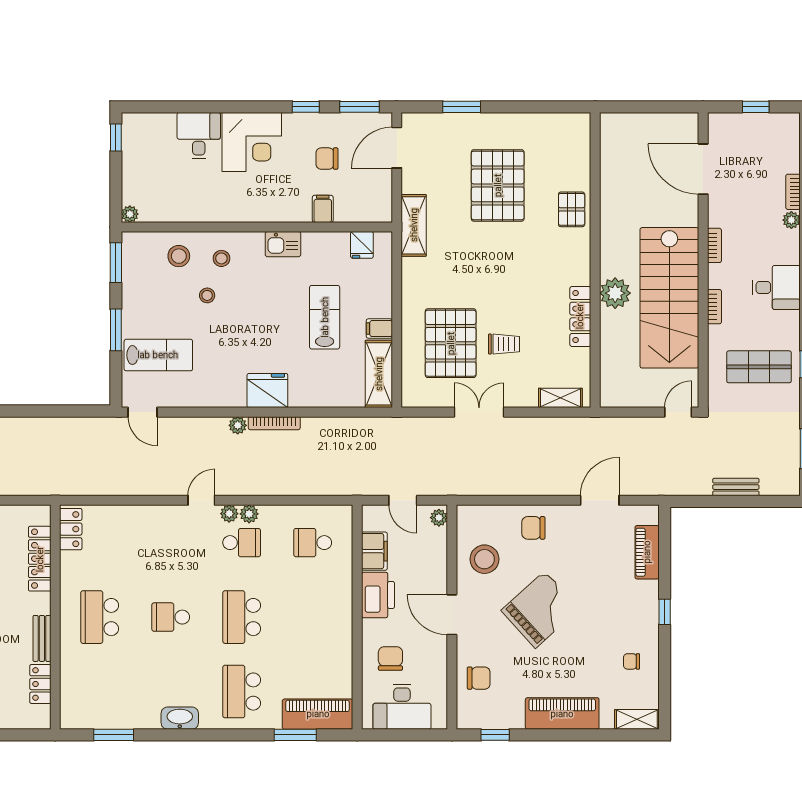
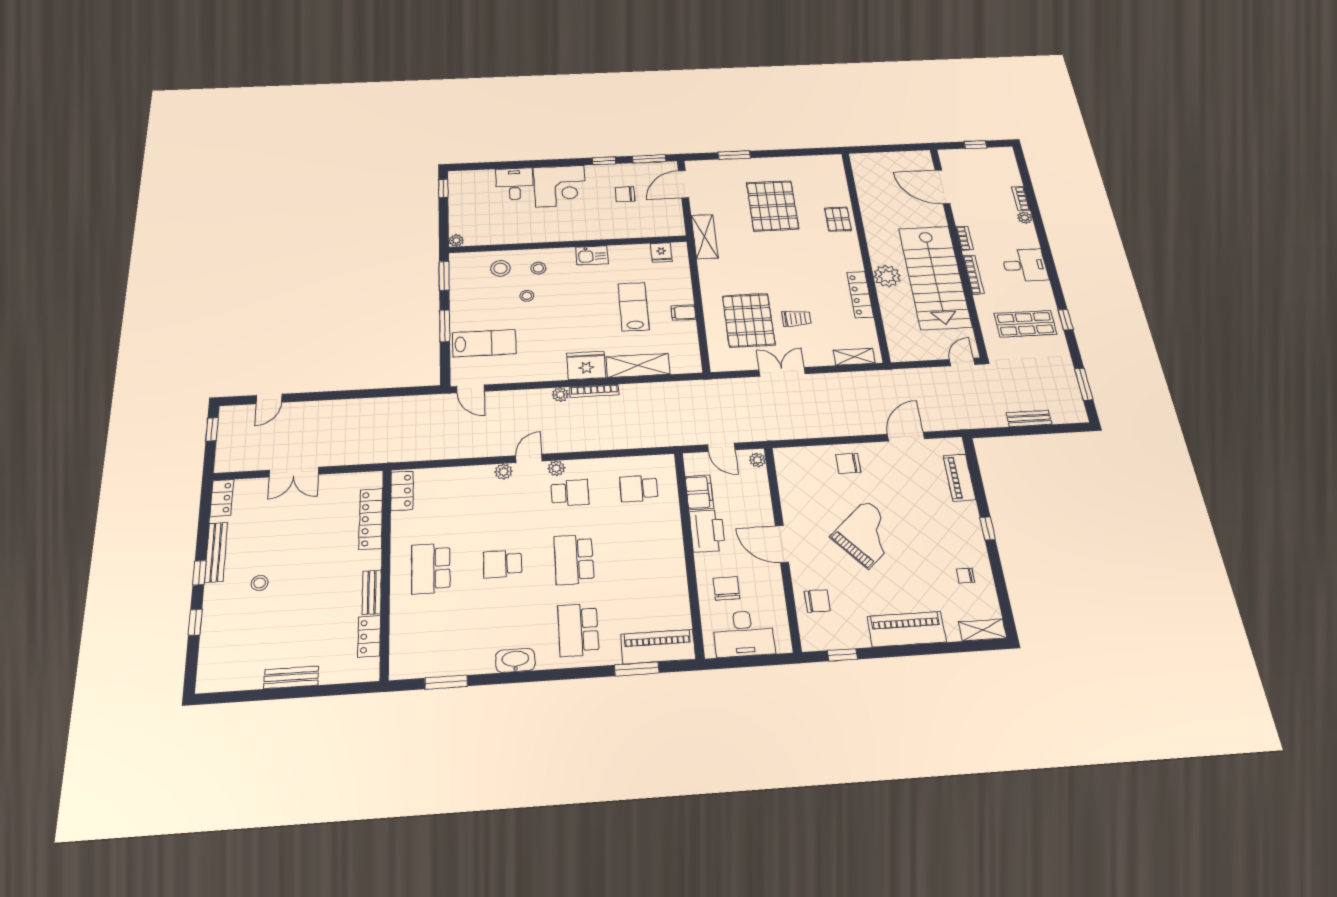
filing cabinet: (323, 209) -> (625, 229), removed
bookcase: (714, 307) -> (974, 274), width x1.56
shelving: (379, 374) -> (638, 365), moved, turned 90
plant: (249, 514) -> (504, 472), moved
stool: (484, 559) -> (806, 493), removed

